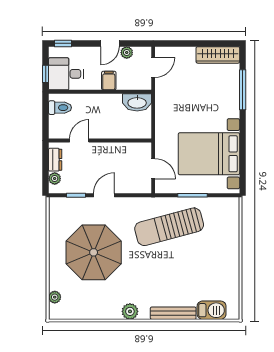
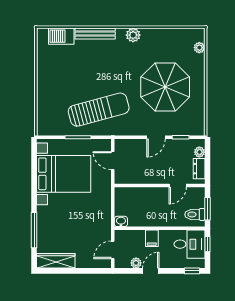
washbasin: (137, 102) -> (121, 221), width x0.52, depth x0.69
window: (46, 114) -> (207, 209), added

